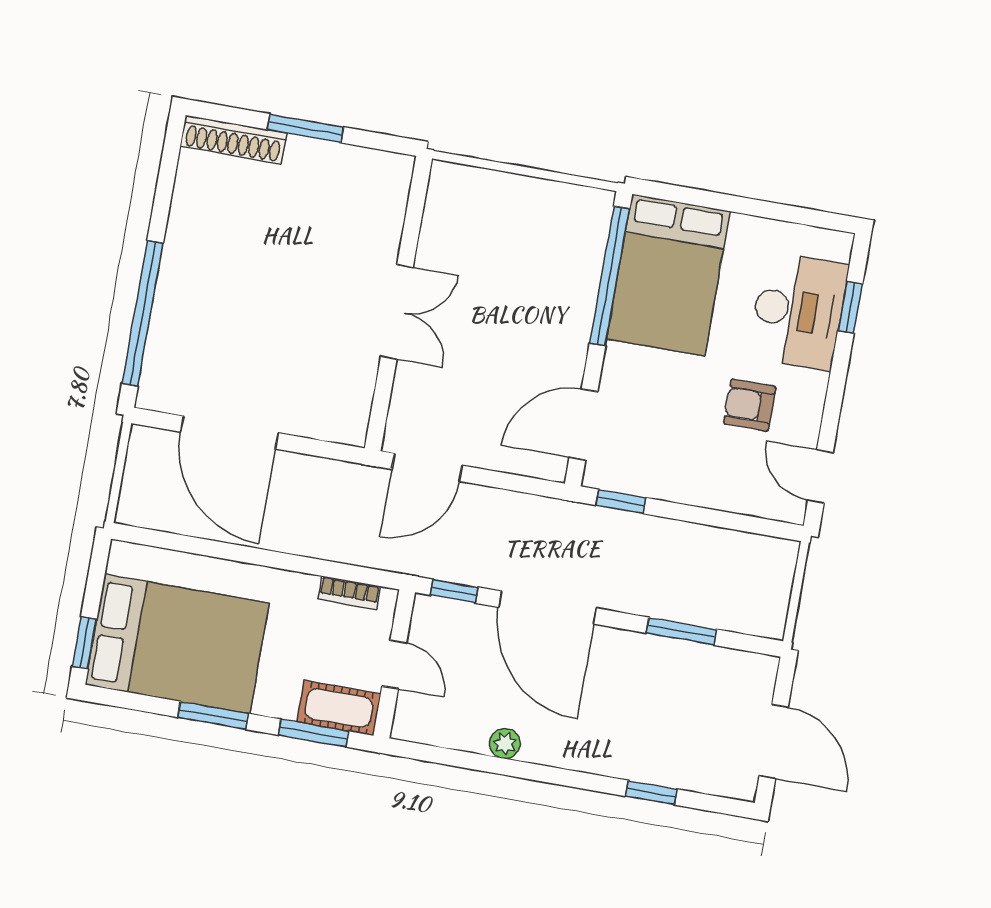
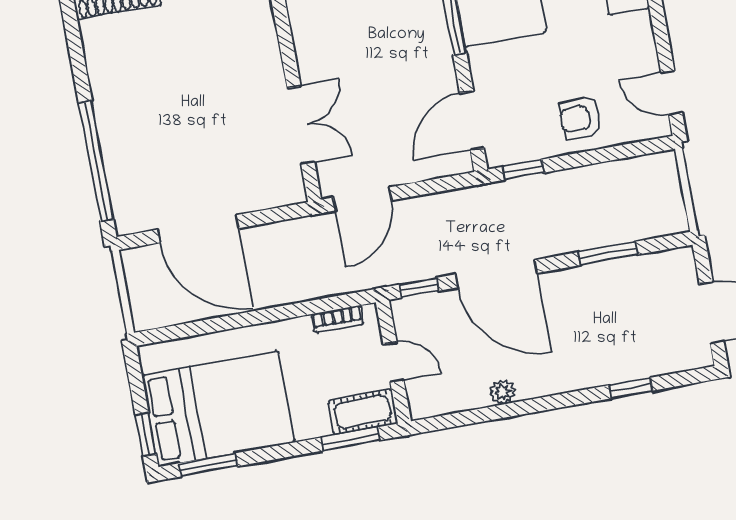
double door: (397, 312) -> (301, 125), moved
armchair: (750, 405) -> (581, 118), moved
window: (213, 715) -> (208, 465), moved

